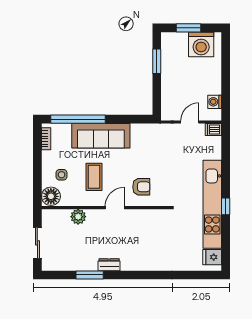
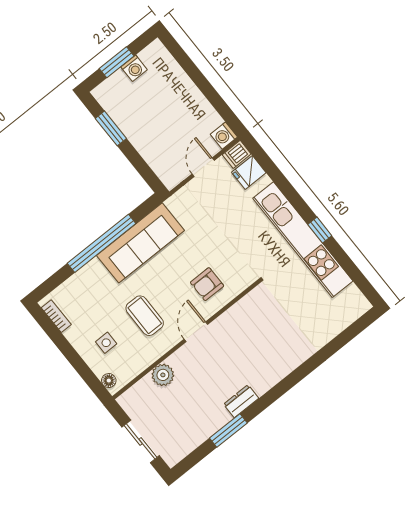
washing machine: (201, 45) -> (134, 68), width x0.53, depth x0.53
washing machine: (215, 102) -> (224, 136), moved
window: (78, 119) -> (102, 243), moved
sofa: (101, 136) -> (140, 243), moved
armchair: (141, 187) -> (207, 284), turned 180
floor lamp: (51, 196) -> (109, 381), width x0.53, depth x0.53
fridge: (212, 257) -> (249, 173), moved

